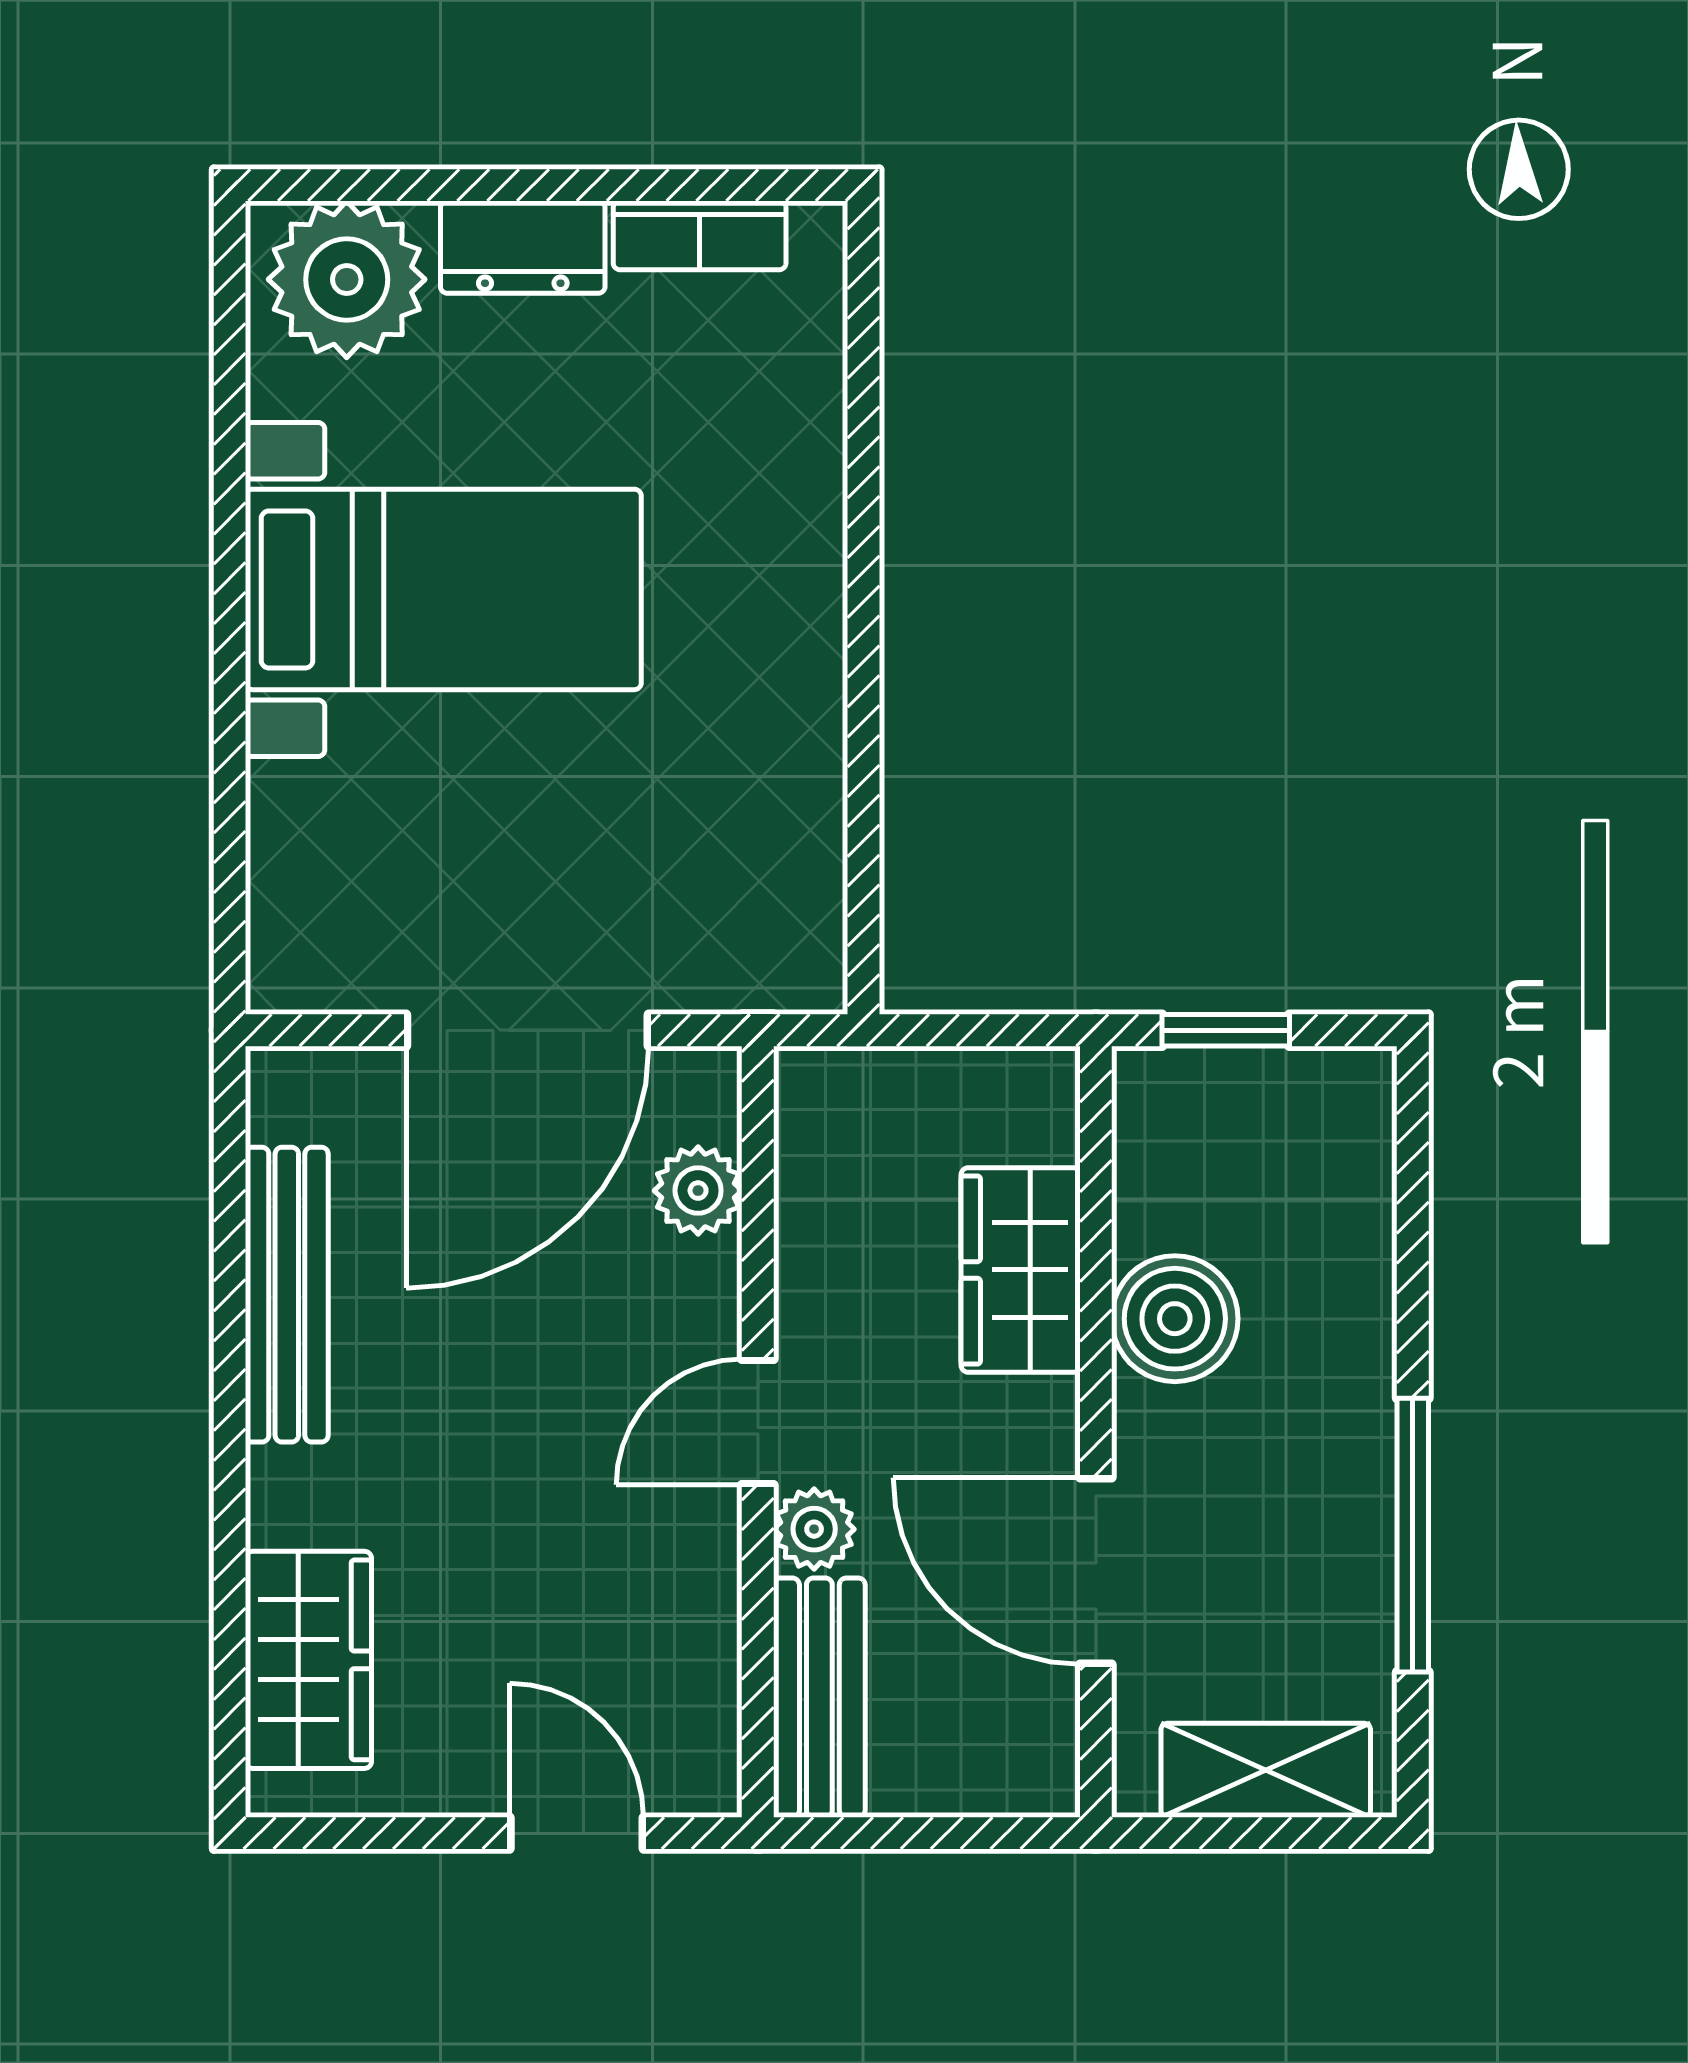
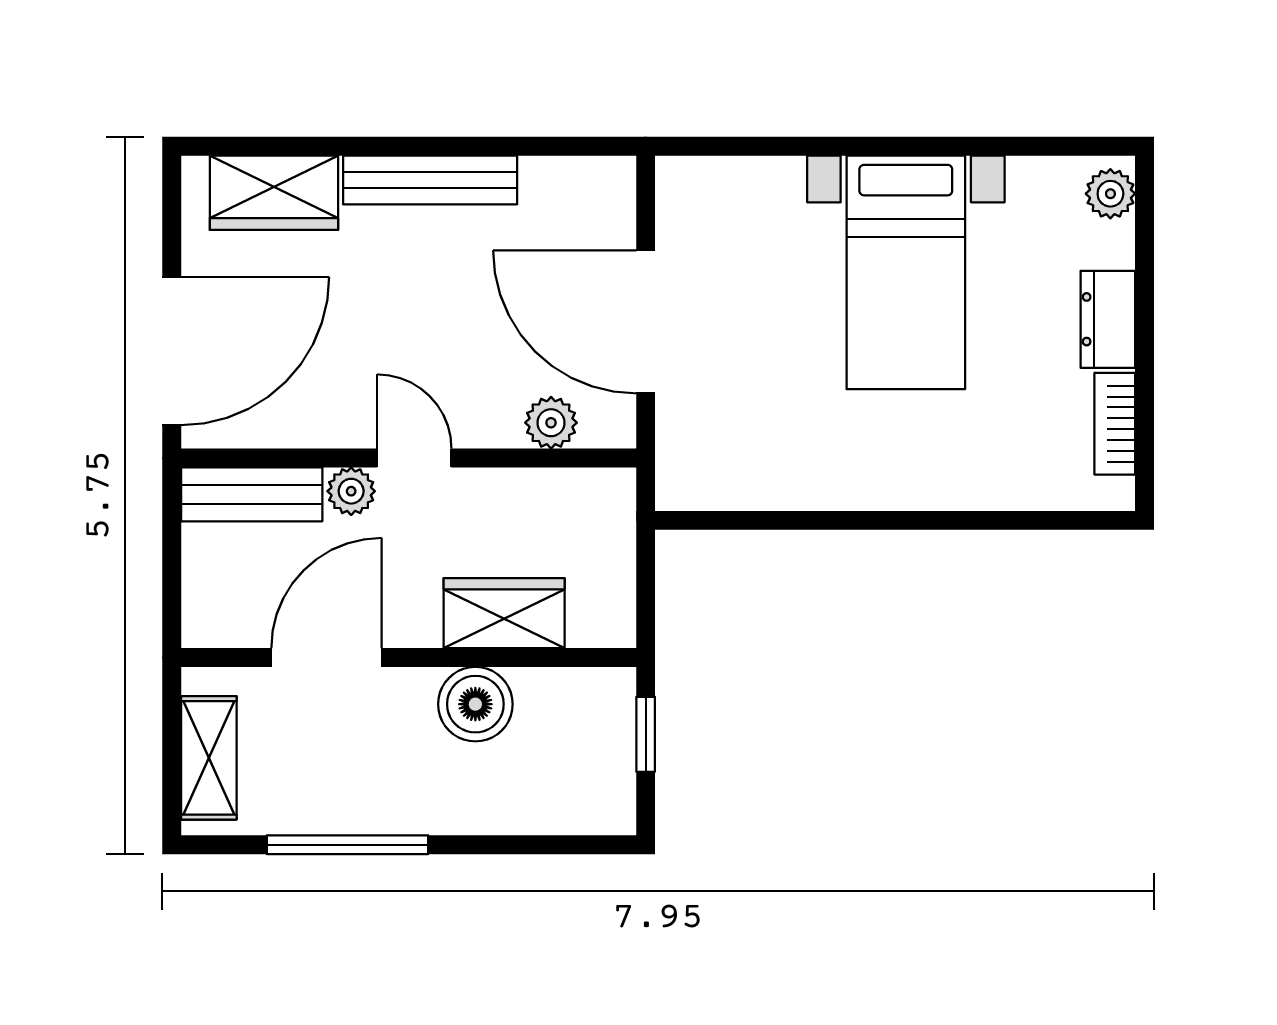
plant: (347, 279) -> (1110, 194), width x0.53, depth x0.53
bench: (287, 1295) -> (430, 180), moved
door: (577, 1833) -> (172, 351), width x1.88

